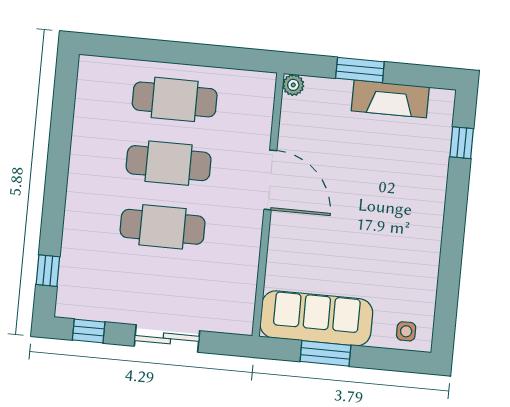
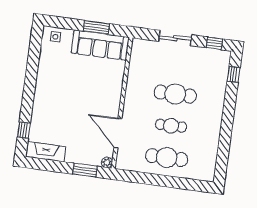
window: (360, 70) -> (85, 170), moved
fireplace: (390, 99) -> (46, 152), moved
cafe table: (169, 163) -> (171, 126), width x0.73, depth x0.74
door: (270, 180) -> (118, 133), moved

